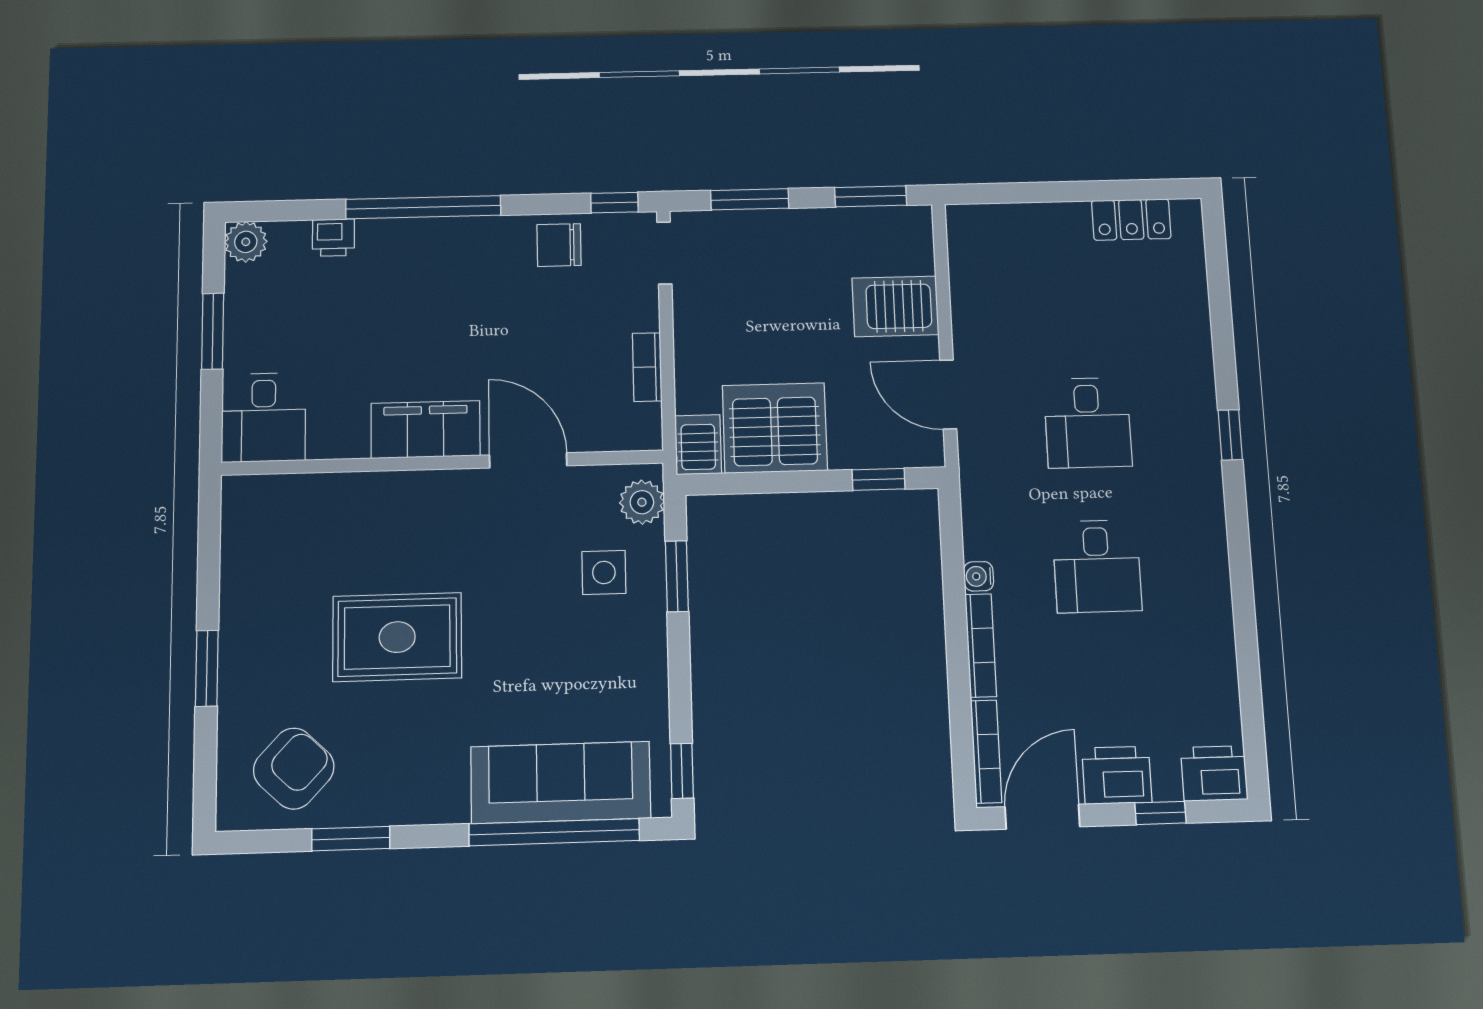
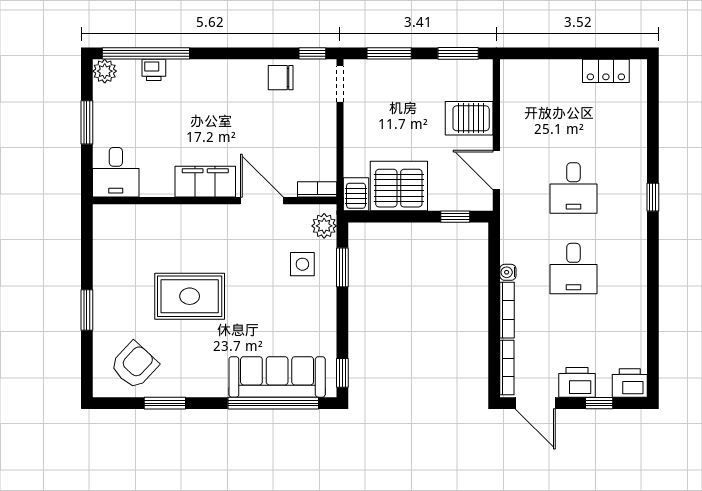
window: (423, 207) -> (146, 53), moved
bookcase: (647, 367) -> (317, 189), moved, turned 90
door: (1042, 817) -> (535, 403), swing flipped

